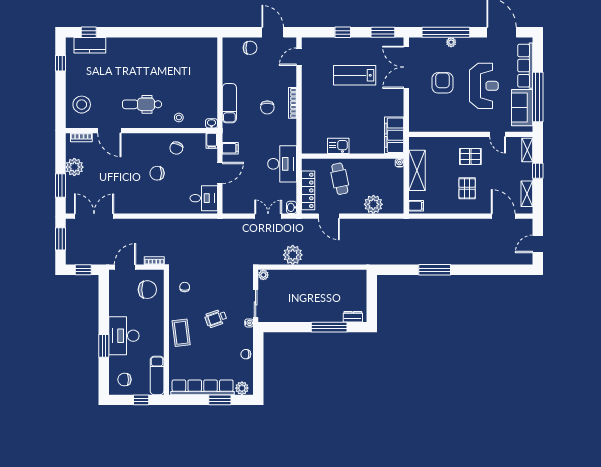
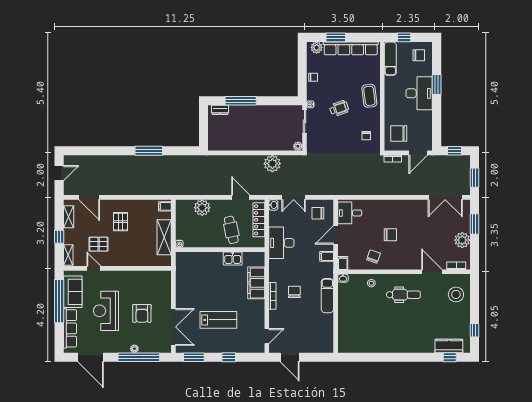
chair: (250, 48) -> (318, 213), moved
filing cabinet: (394, 135) -> (256, 283), moved, turned 180
pallet: (470, 156) -> (99, 244), moved

